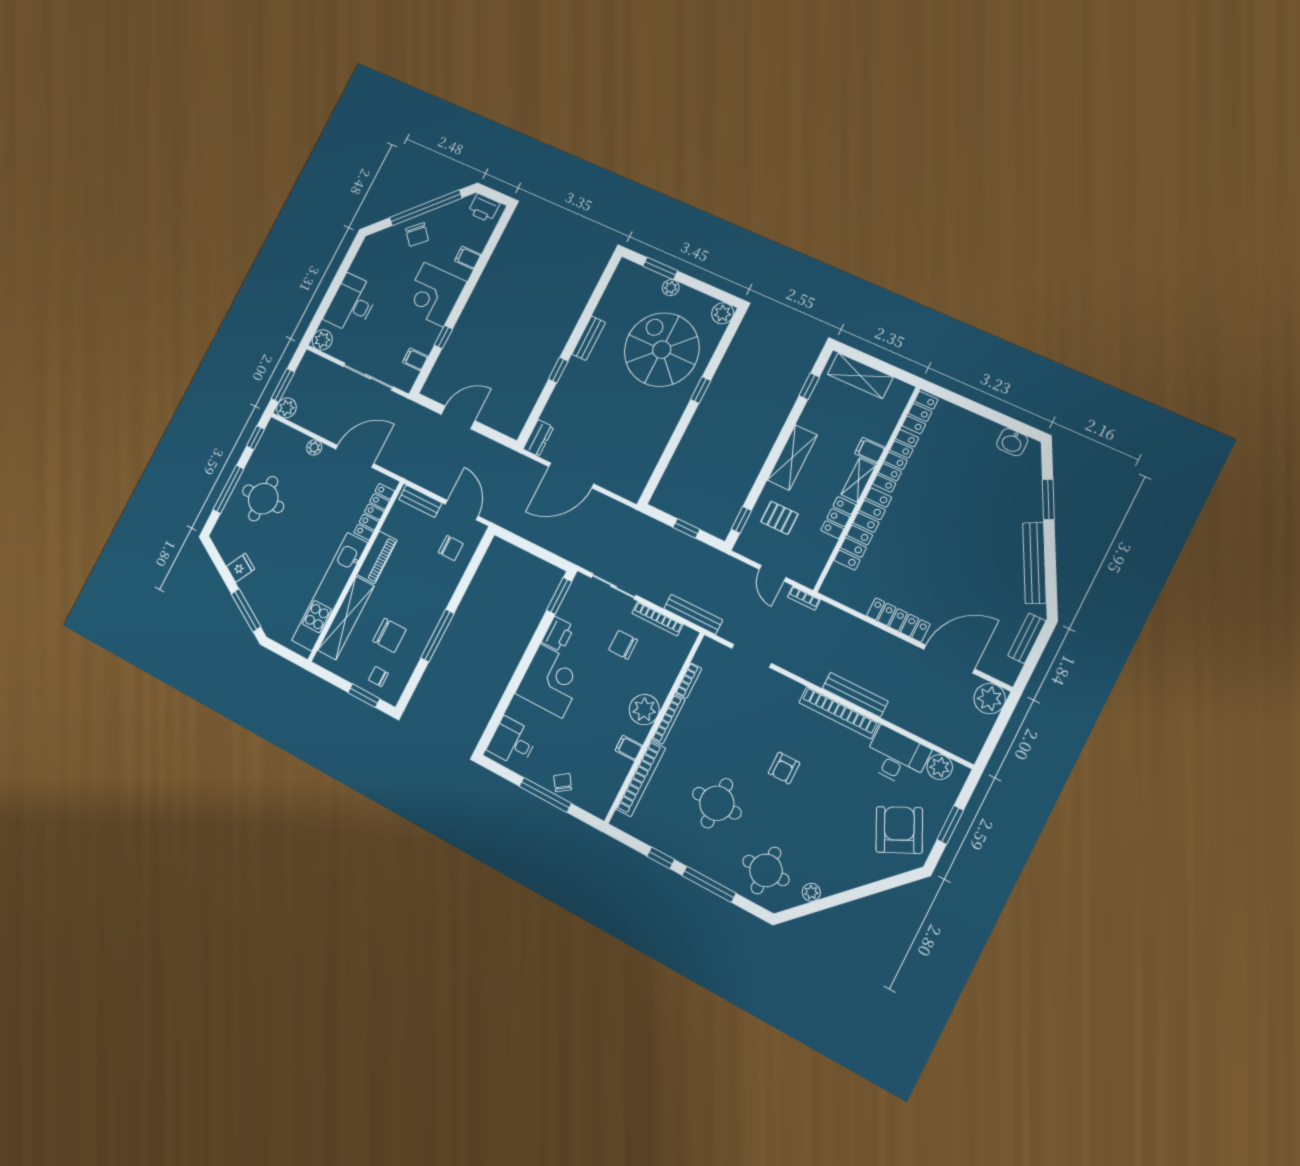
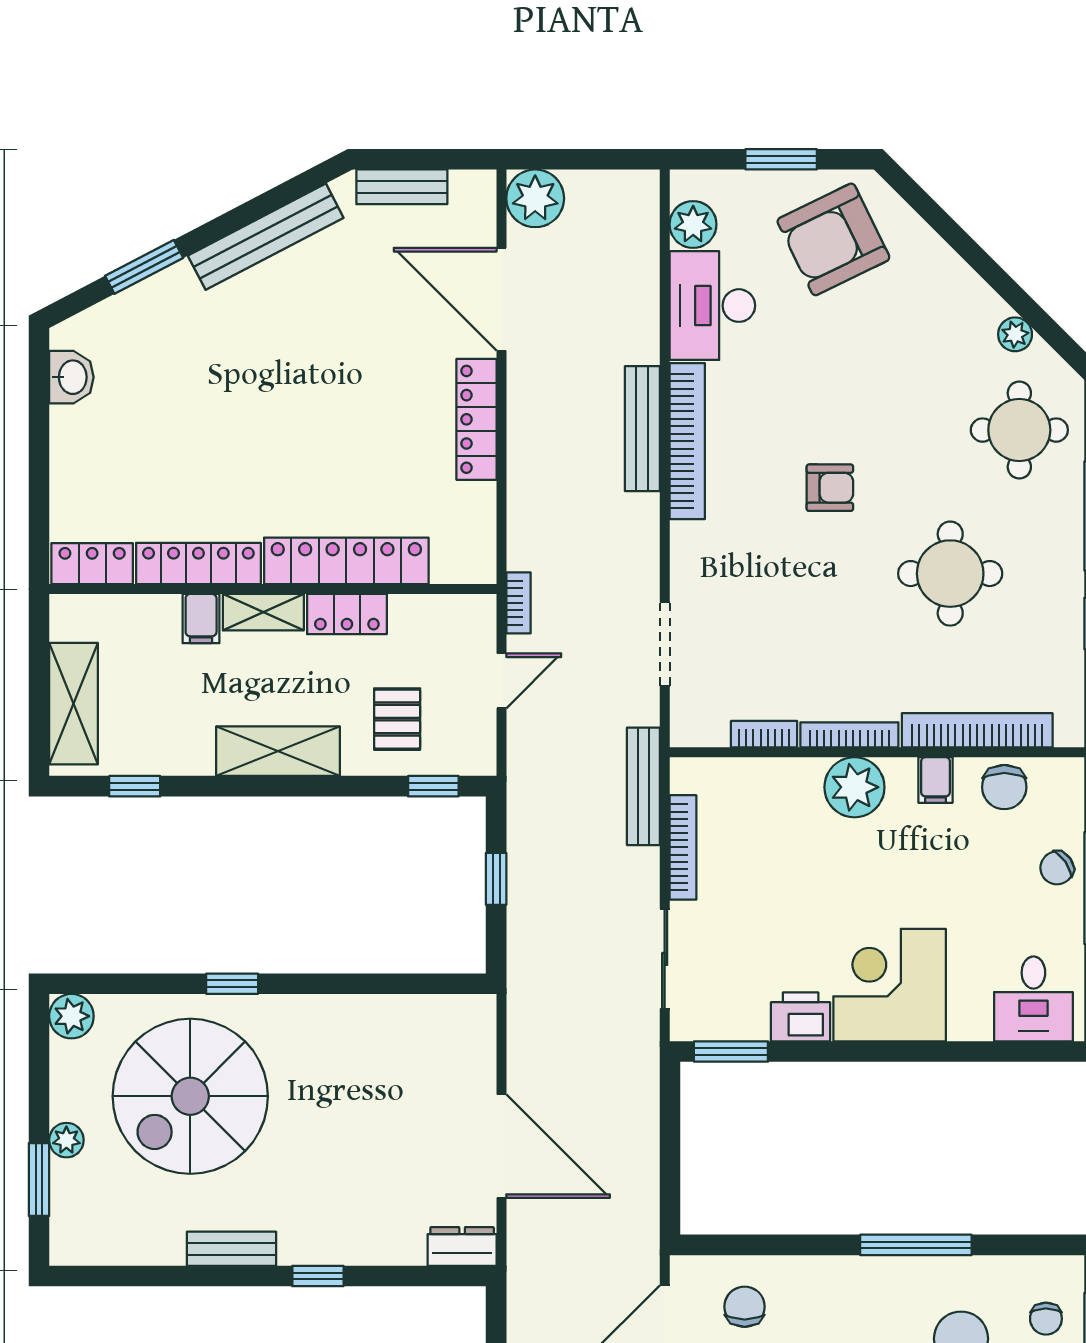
chair: (623, 645) -> (1004, 787), moved

